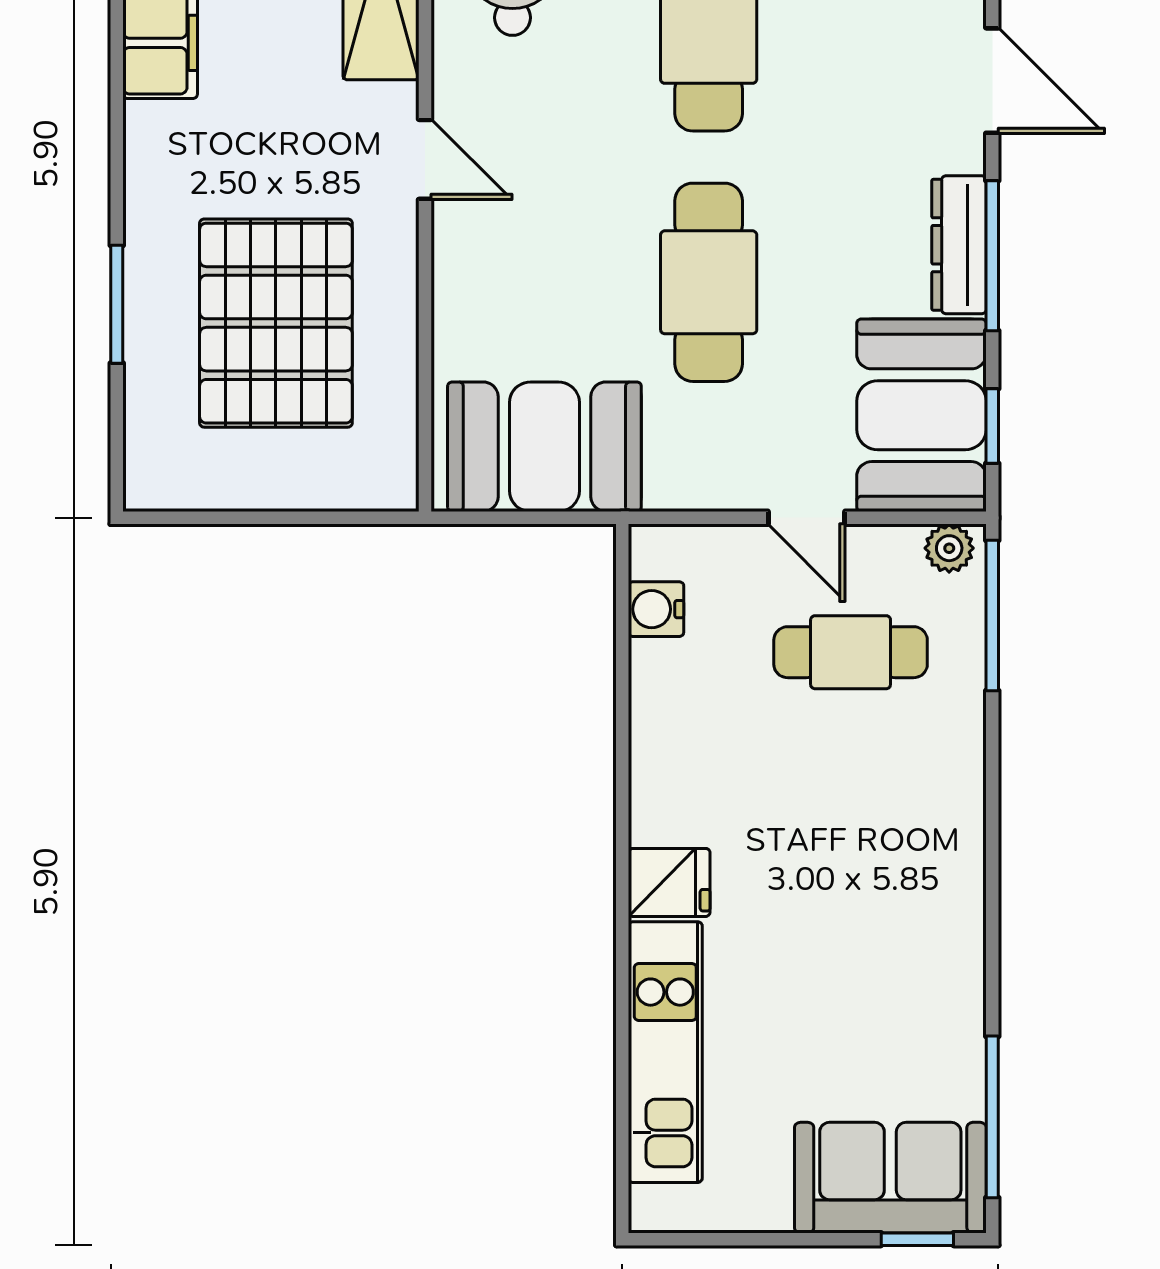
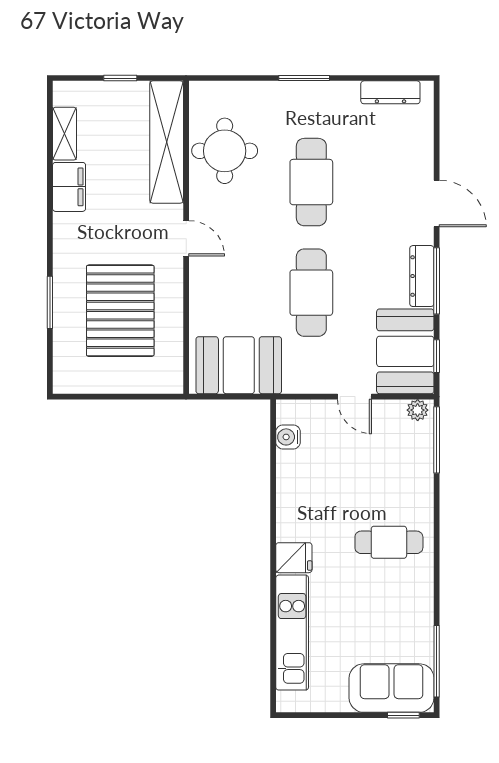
cafe table: (851, 652) -> (389, 542), moved

